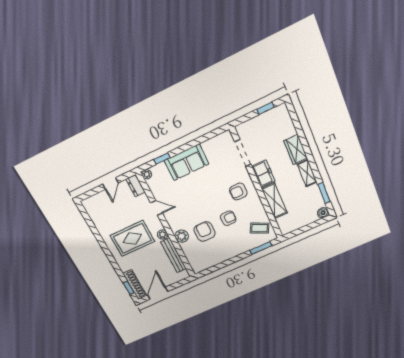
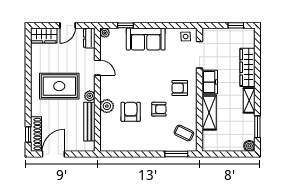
side table: (222, 142) -> (186, 37), added
wardrobe: (296, 150) -> (248, 67), width x1.50
wardrobe: (95, 202) -> (44, 36), added

